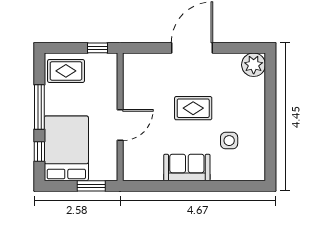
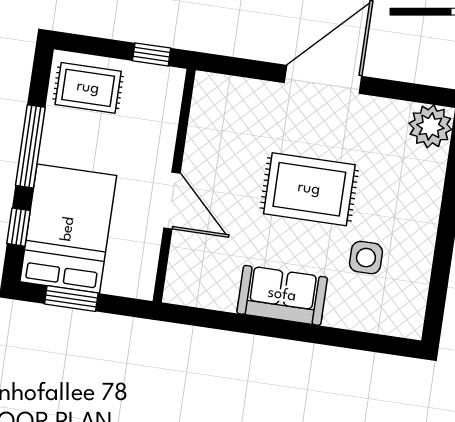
rug: (193, 108) -> (309, 189), width x1.36, depth x1.43
door: (120, 125) -> (172, 201), hinge flipped
window: (91, 186) -> (71, 299), moved

